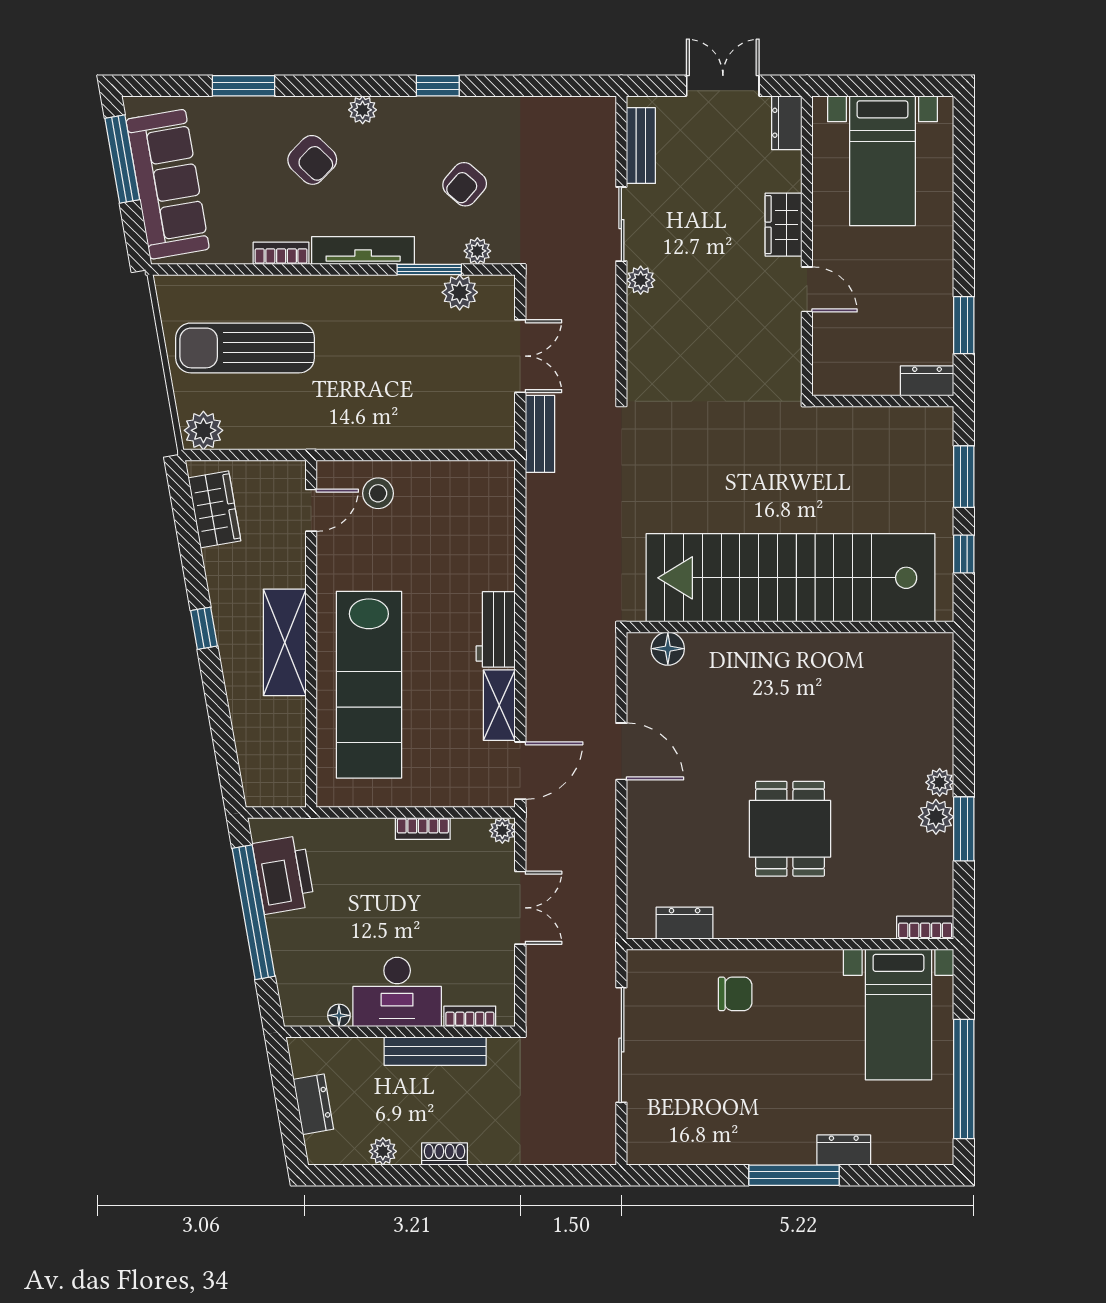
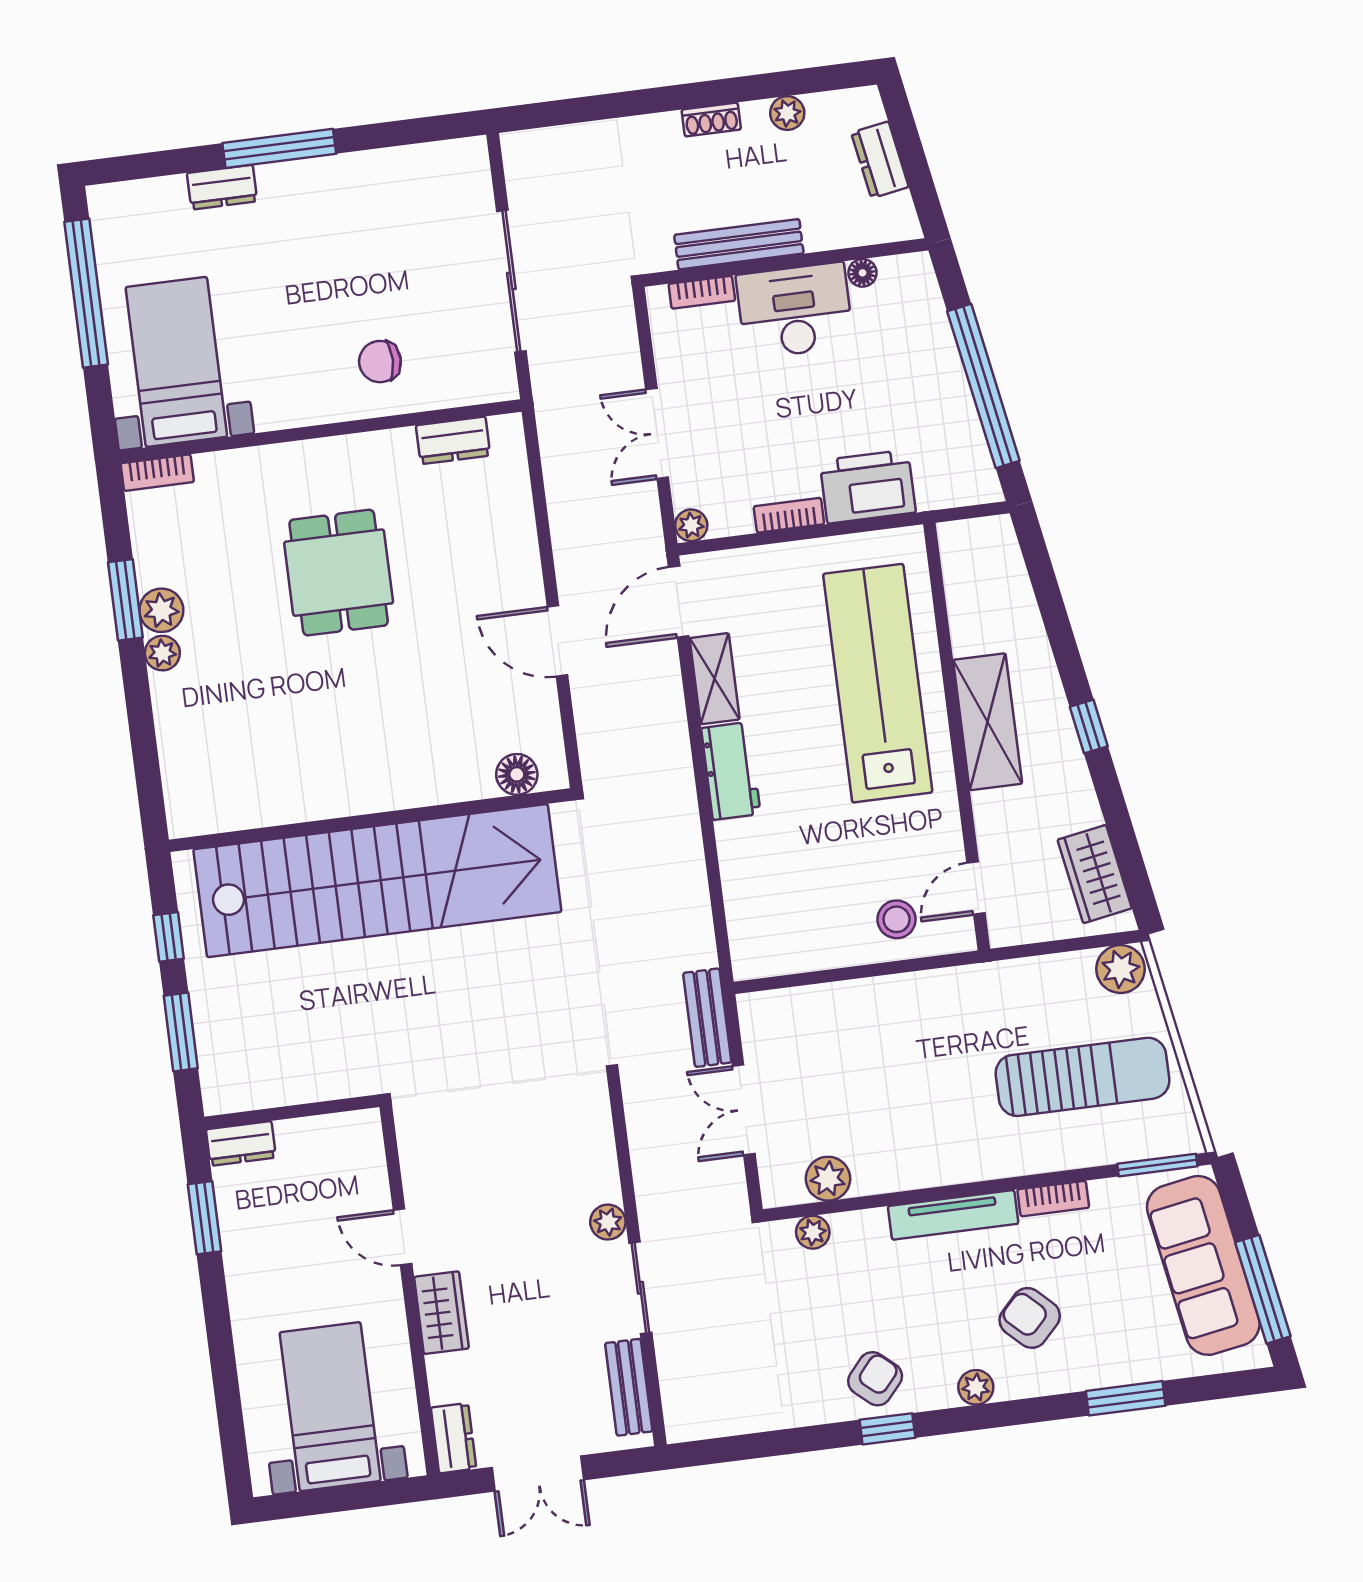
armchair: (465, 184) -> (875, 1379), moved
window: (429, 269) -> (1157, 1165), moved
printer: (284, 875) -> (868, 487), moved, turned 100

